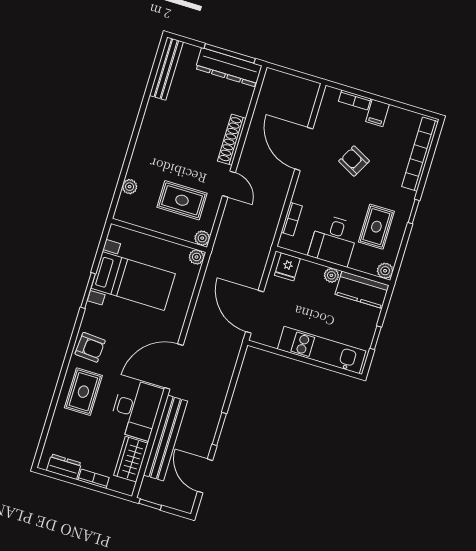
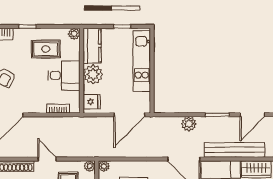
door: (229, 184) -> (47, 159), hinge flipped
plant: (331, 275) -> (93, 74), width x1.88, depth x1.88
plant: (219, 388) -> (189, 124), added

